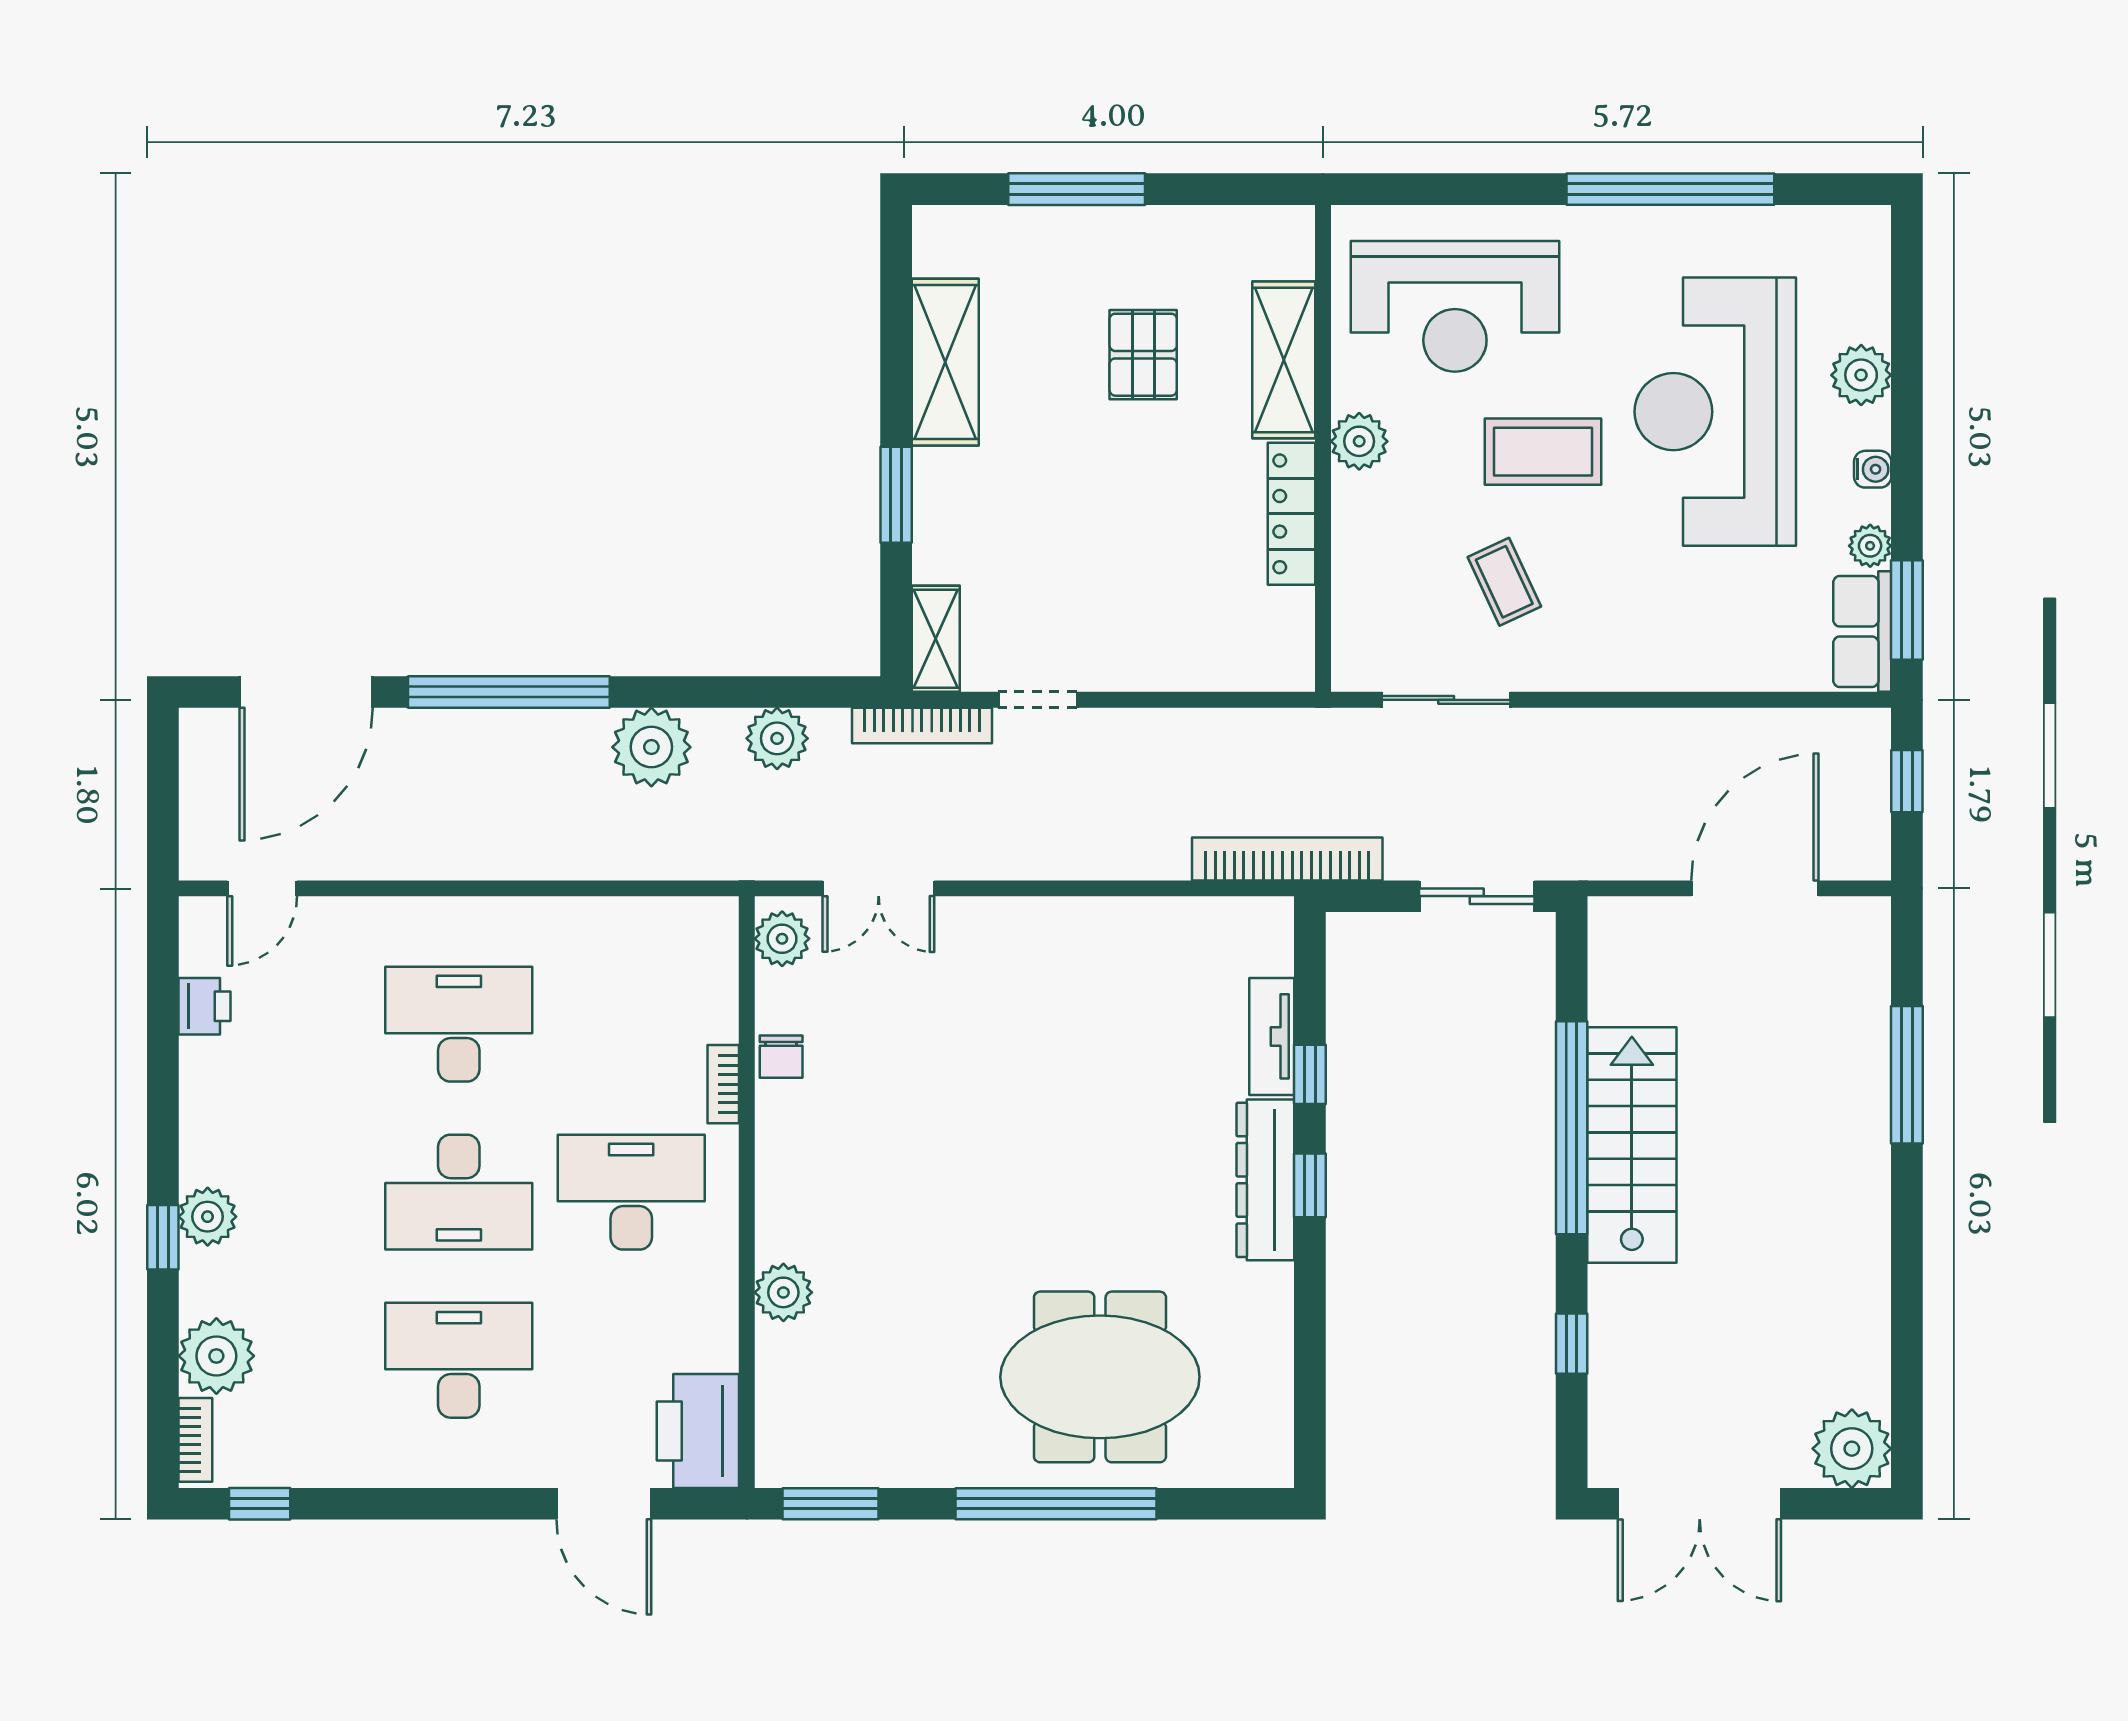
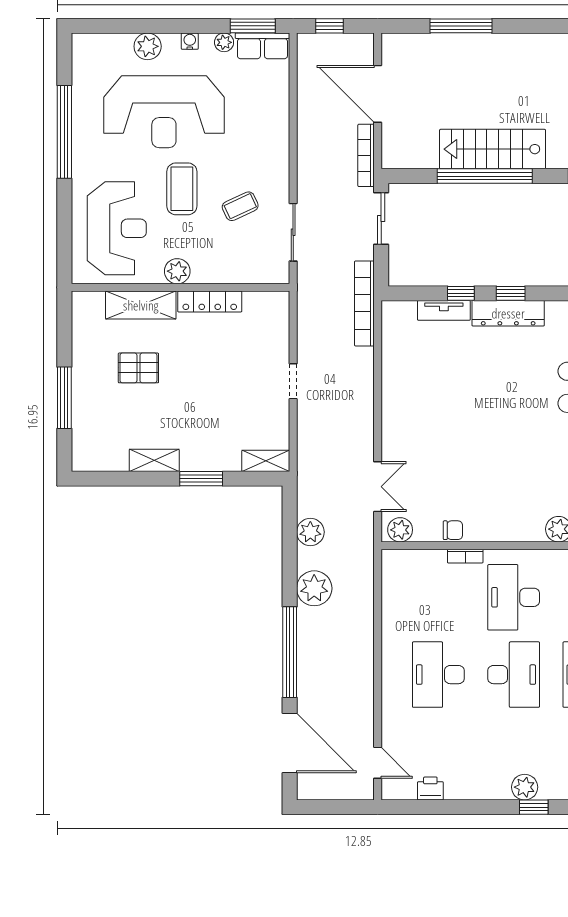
shelving: (945, 362) -> (154, 460), width x0.67, depth x0.75
doorway: (1038, 700) -> (293, 381), moved
bookcase: (922, 726) -> (366, 155), moved, turned 180

